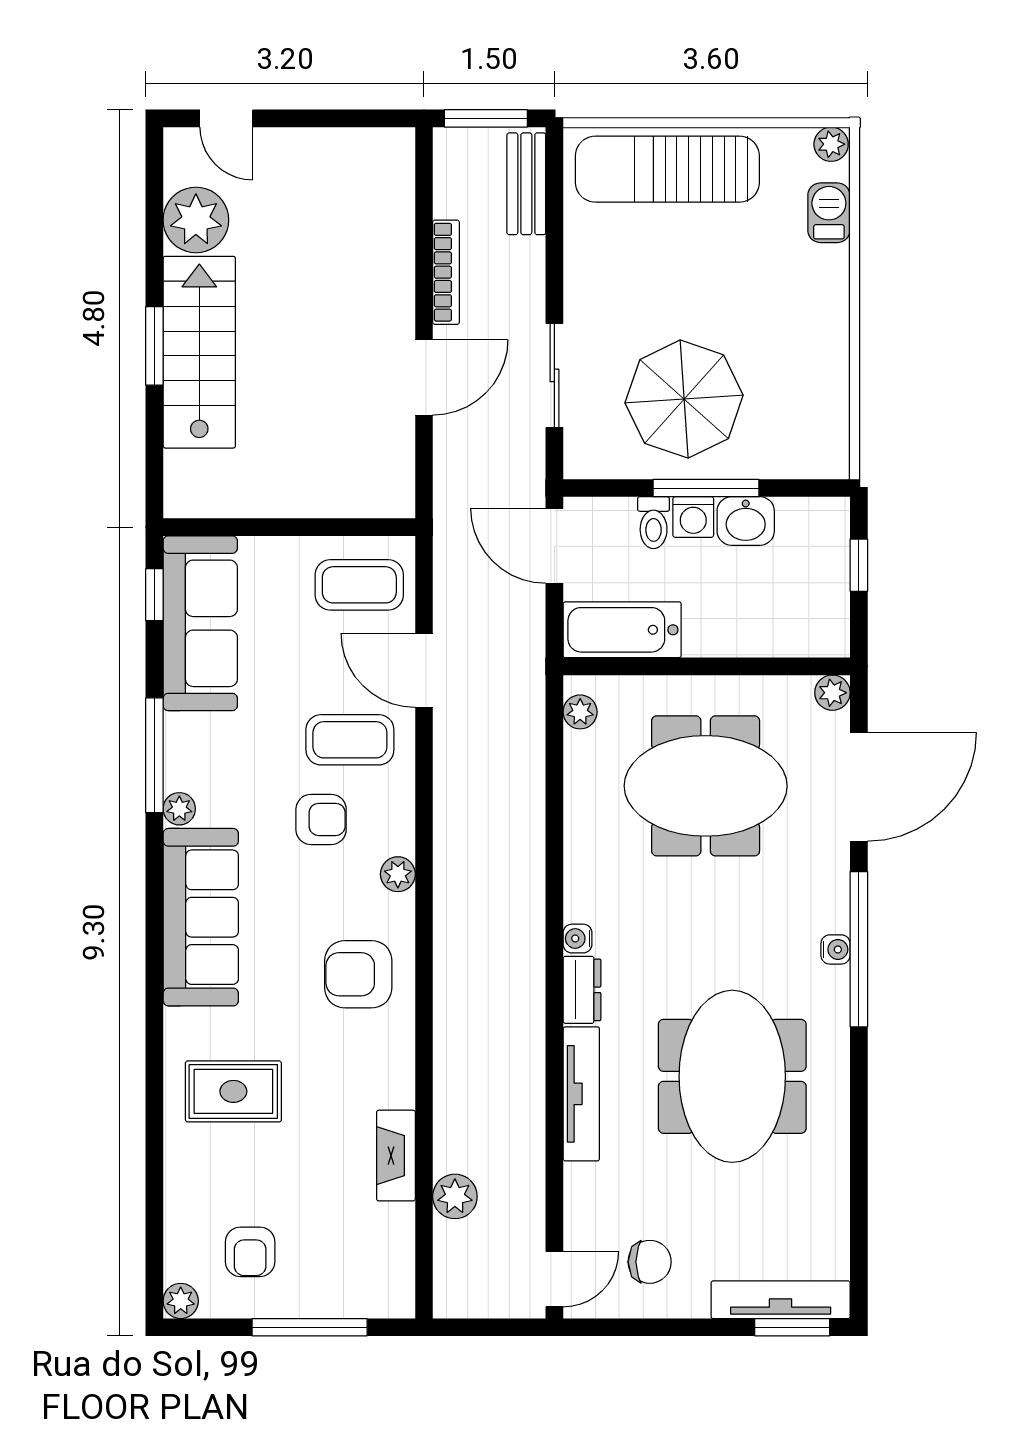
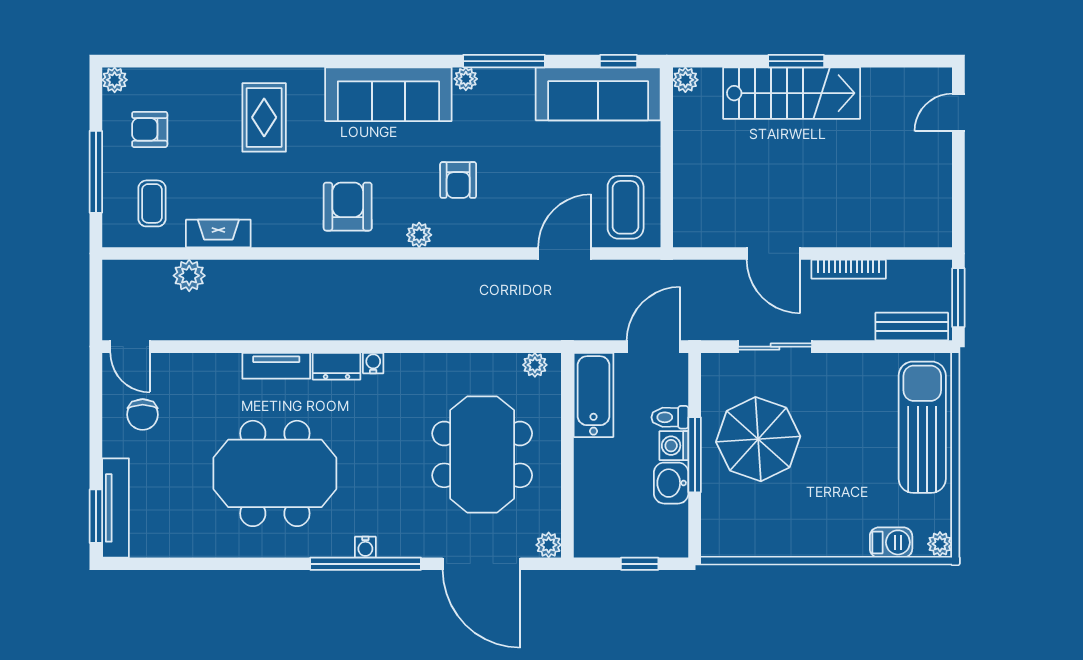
plant: (196, 220) -> (685, 80), moved, width x0.53, depth x0.53
coffee table: (350, 740) -> (152, 203), moved, width x0.73, depth x0.77
tv unit: (581, 1094) -> (276, 366), width x0.71

